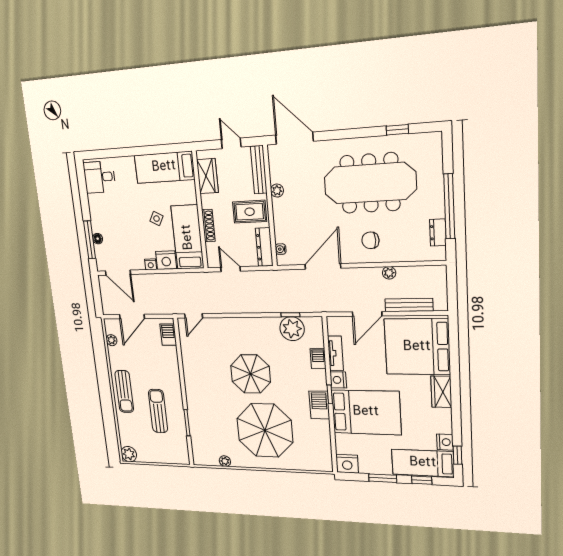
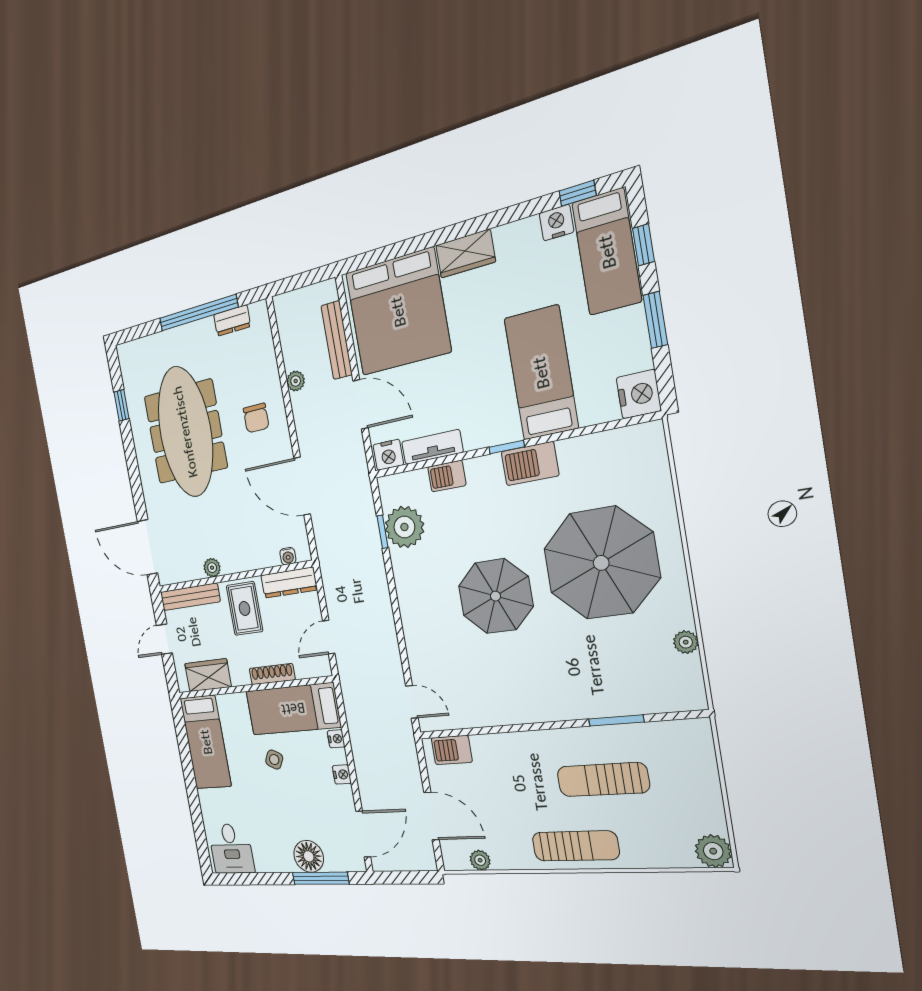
door: (294, 138) -> (147, 547), hinge flipped
floor lamp: (98, 239) -> (309, 856), width x1.89, depth x1.89
nightstand: (166, 260) -> (336, 739), width x0.53, depth x0.56
nightstand: (338, 380) -> (388, 455), moved
bed: (366, 412) -> (541, 373), width x0.67

